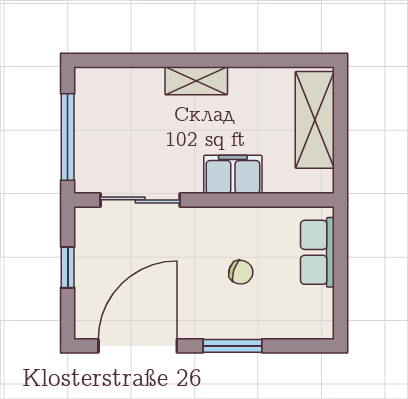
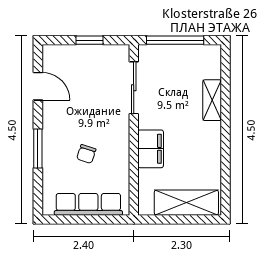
shelving: (196, 81) -> (212, 100), moved
row of seats: (317, 252) -> (88, 204), width x1.48
door: (138, 346) -> (38, 86), width x0.53

